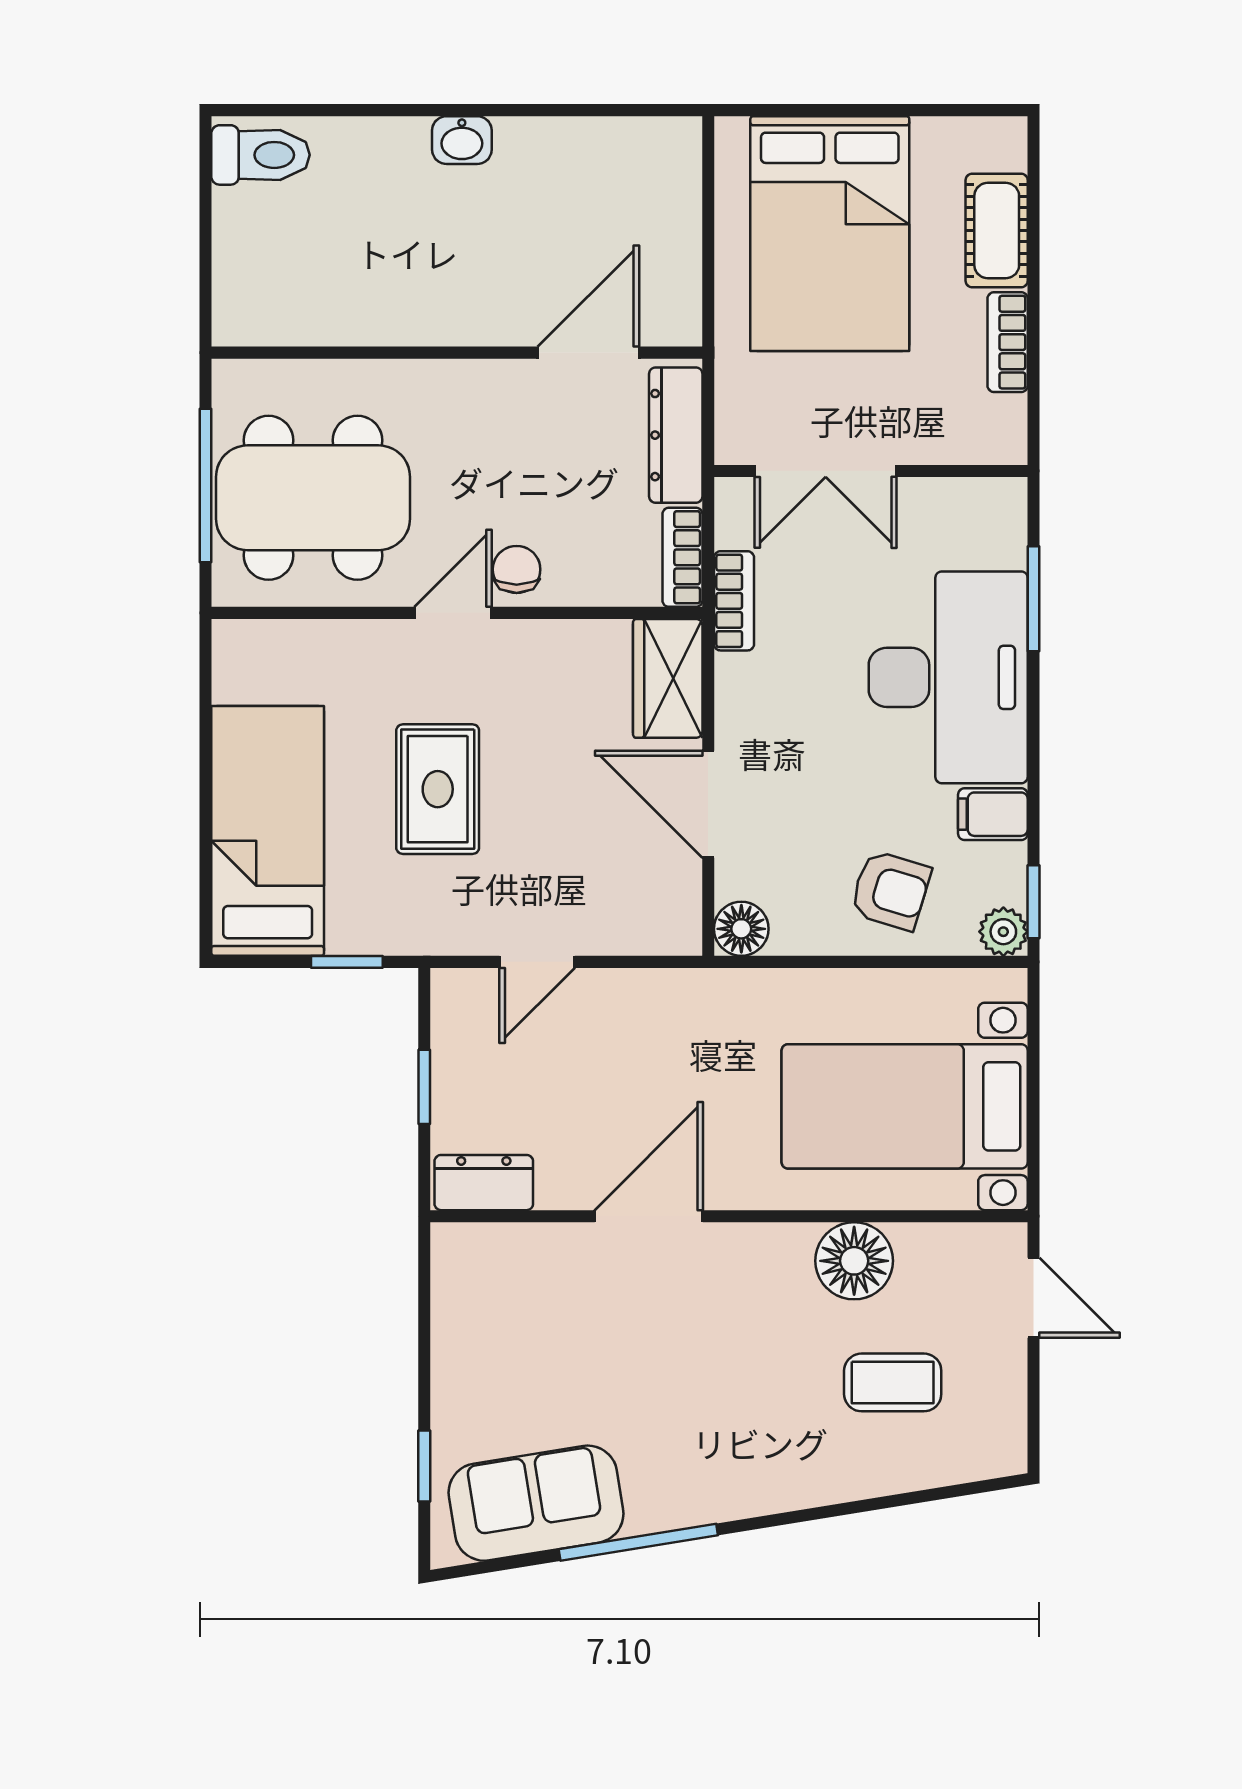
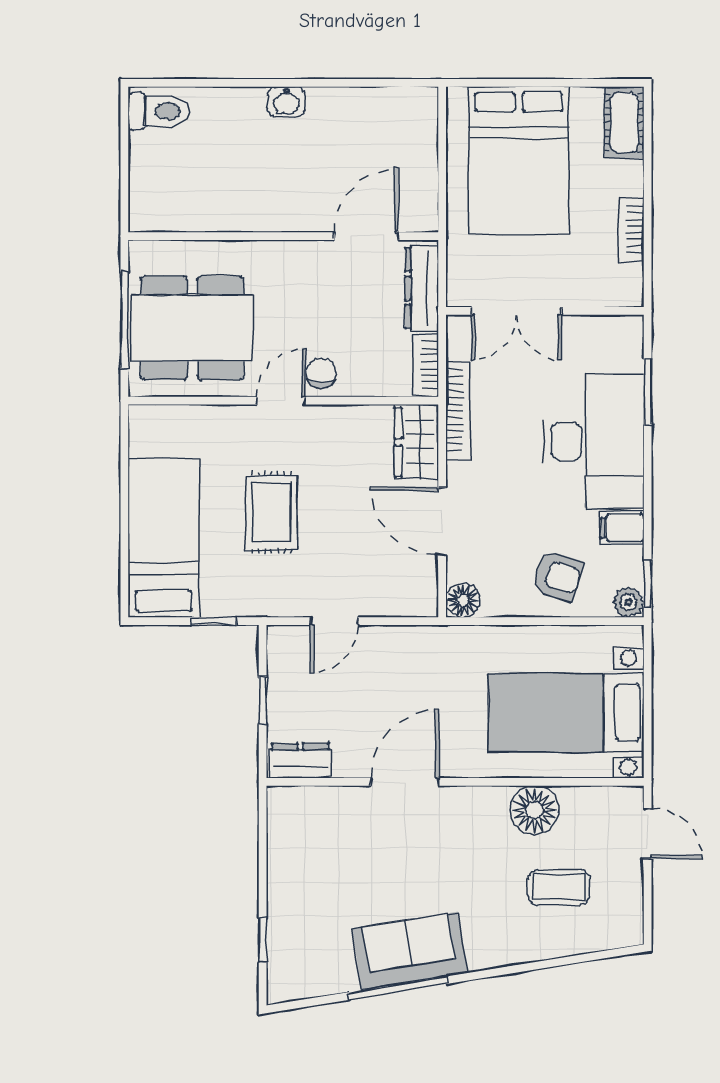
cot: (997, 231) -> (624, 123), moved
bookcase: (734, 601) -> (458, 411), width x1.56
sofa: (536, 1503) -> (410, 951), moved

